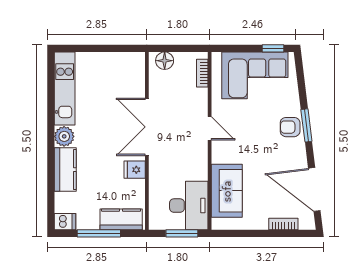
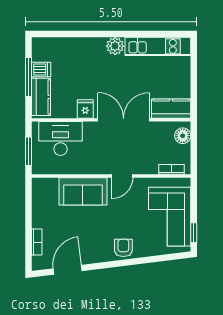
window: (306, 125) -> (125, 263), removed
kitchen counter: (65, 170) -> (171, 109), moved, turned 180
door: (314, 189) -> (68, 270), width x0.73
sofa: (227, 191) -> (83, 191), moved
desk: (189, 206) -> (61, 138), moved, turned 180
dishwasher: (65, 222) -> (41, 69), moved, turned -90

